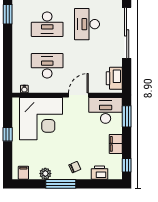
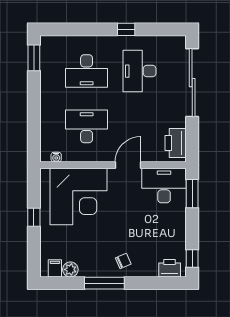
filing cabinet: (116, 144) -> (178, 230), removed
printer: (100, 173) -> (170, 268), moved
plant: (45, 174) -> (70, 269), moved

